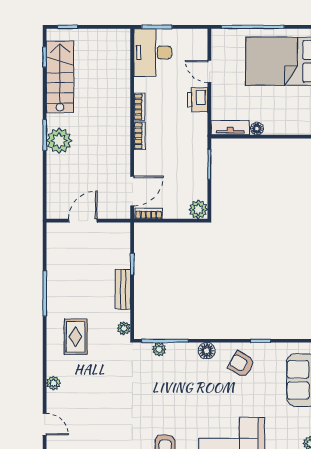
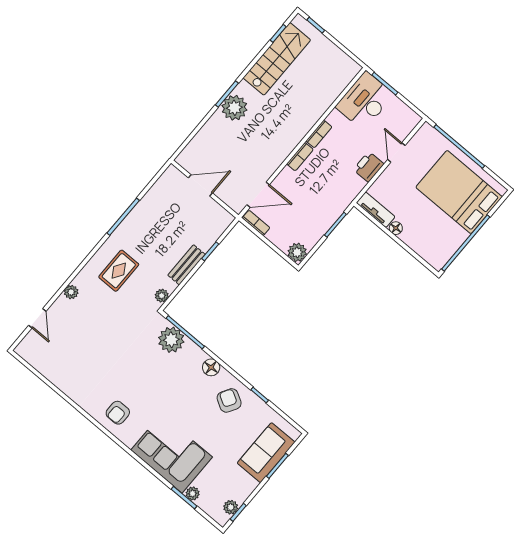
plant: (159, 349) -> (171, 340), width x1.88, depth x1.88

